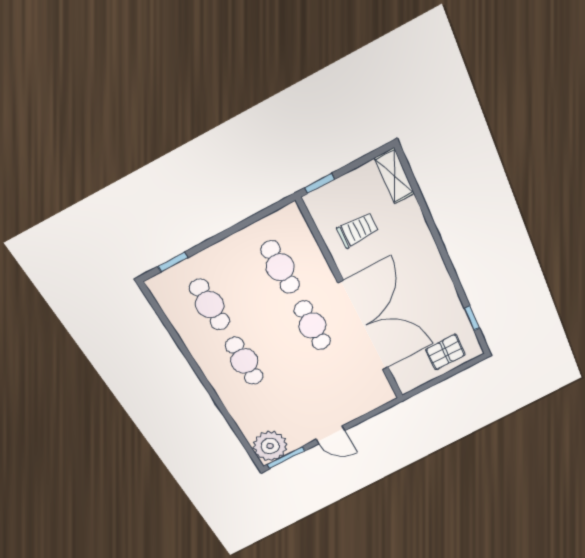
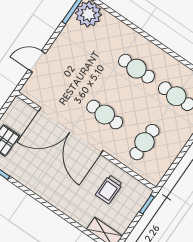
cafe table: (280, 267) -> (145, 142), turned 90
door: (330, 435) -> (37, 62), moved

